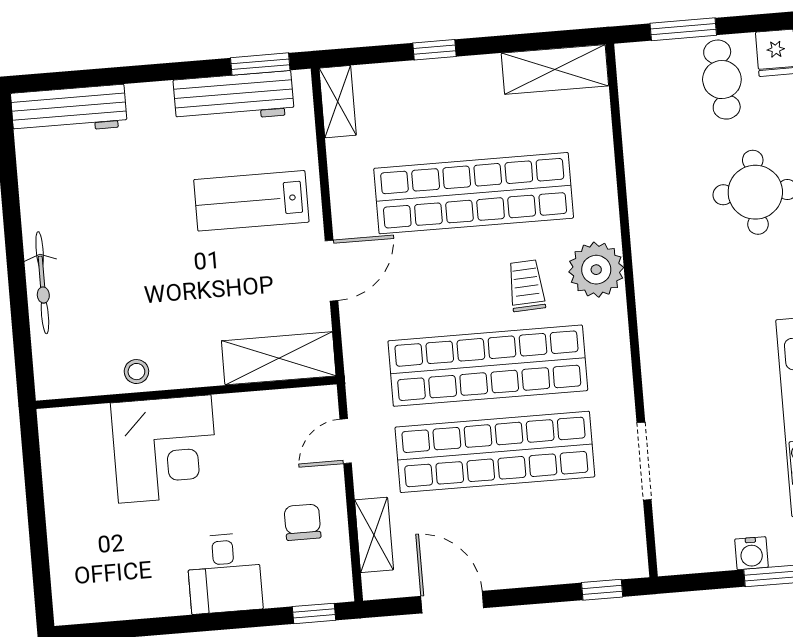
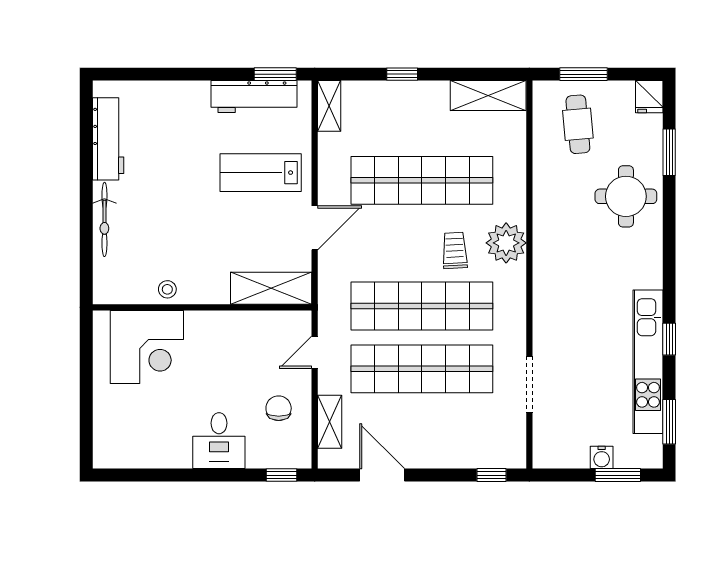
cafe table: (722, 80) -> (578, 124), moved
workbench: (69, 110) -> (108, 139), moved, turned -90
corner desk: (165, 449) -> (147, 347), moved

